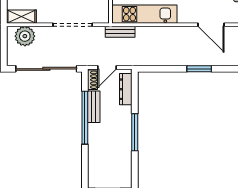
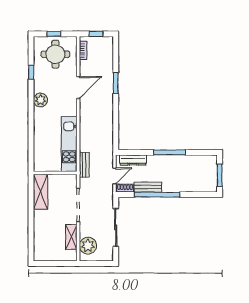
shelving: (21, 17) -> (71, 237), moved
door: (107, 67) -> (114, 176), hinge flipped
sliding door: (46, 69) -> (116, 227), width x0.73
window: (199, 69) -> (116, 83), moved

